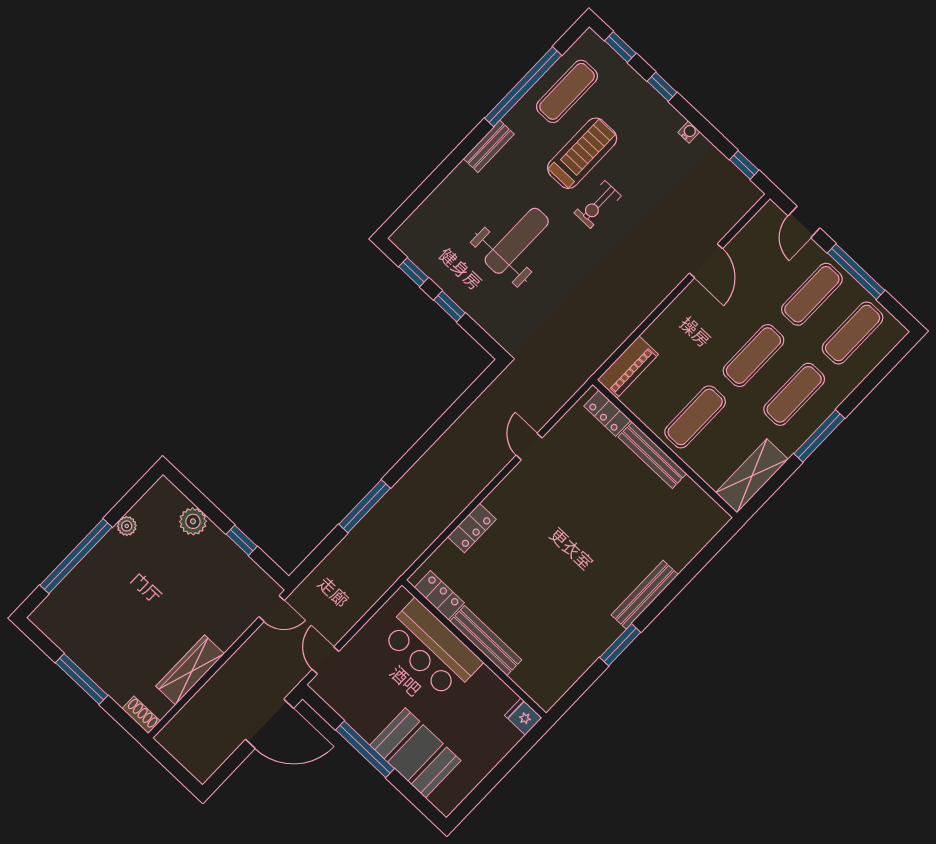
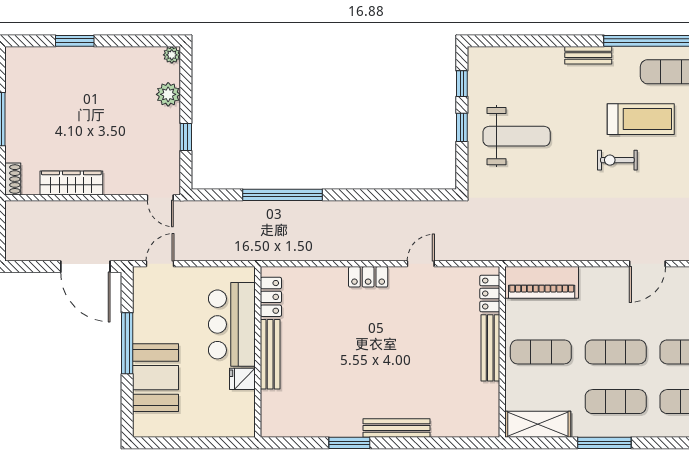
weight bench: (517, 241) -> (517, 136), moved
piano: (628, 367) -> (542, 282), width x1.37, depth x1.33
window: (365, 506) -> (282, 195), width x1.46
plant: (127, 526) -> (172, 55), moved
locker: (472, 528) -> (368, 277), moved
window: (76, 556) -> (75, 41), width x0.47
fridge: (523, 717) -> (242, 379), moved, turned -90

